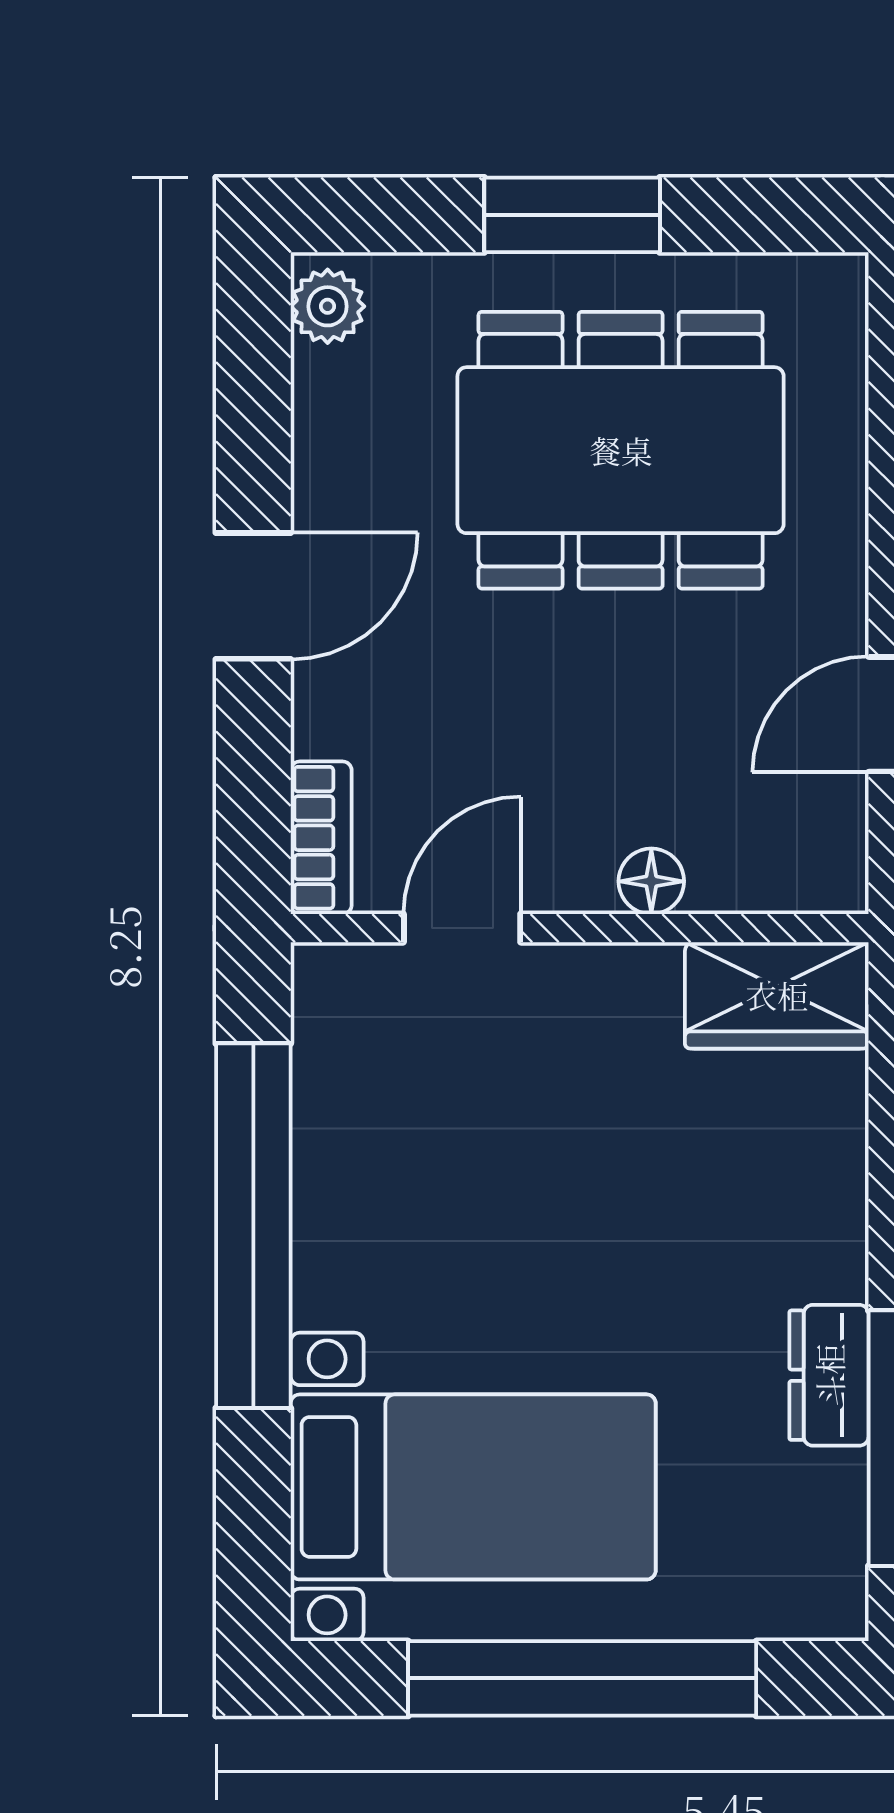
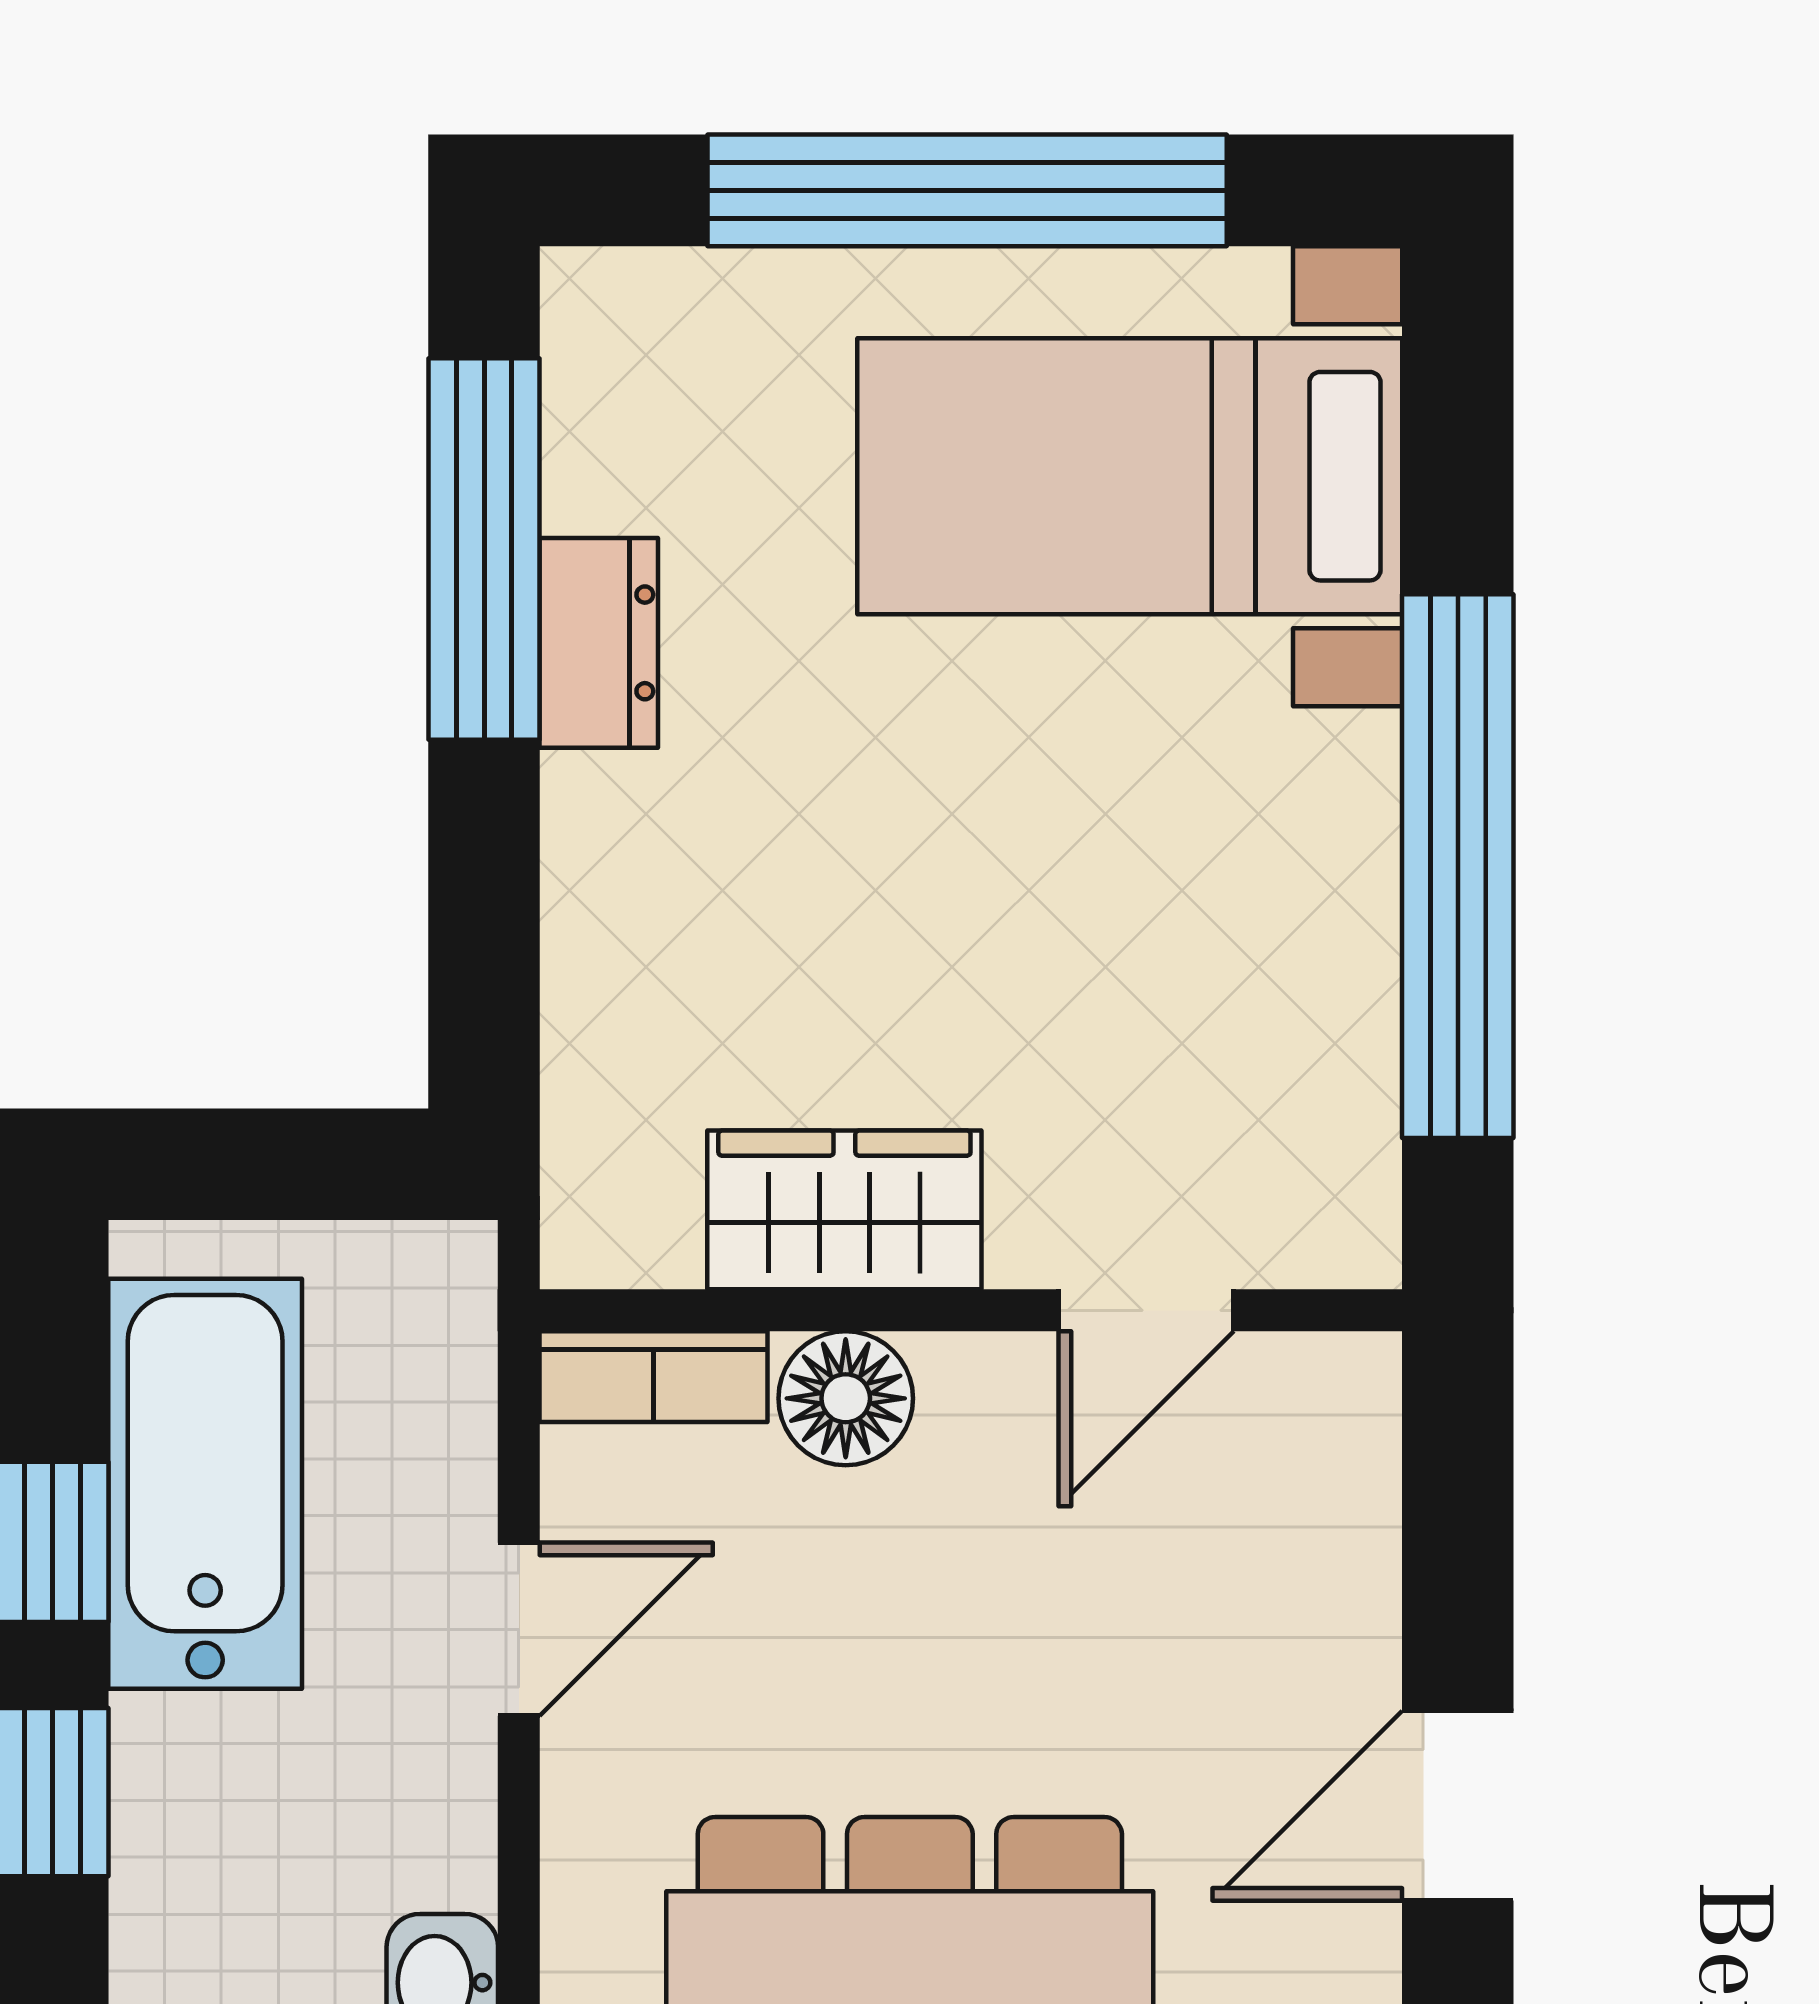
bookcase: (321, 838) -> (654, 1377), moved, turned -90
floor lamp: (651, 881) -> (846, 1398), width x1.37, depth x1.37
wardrobe: (777, 995) -> (844, 1210), moved

